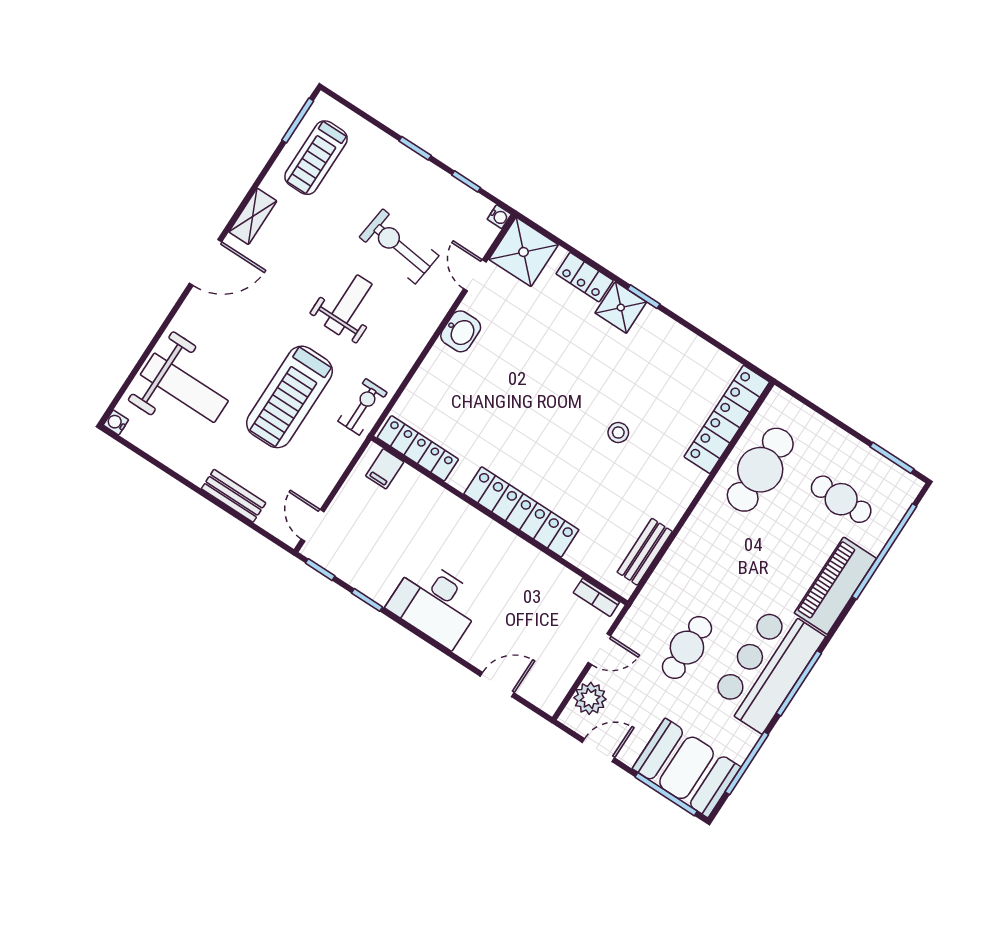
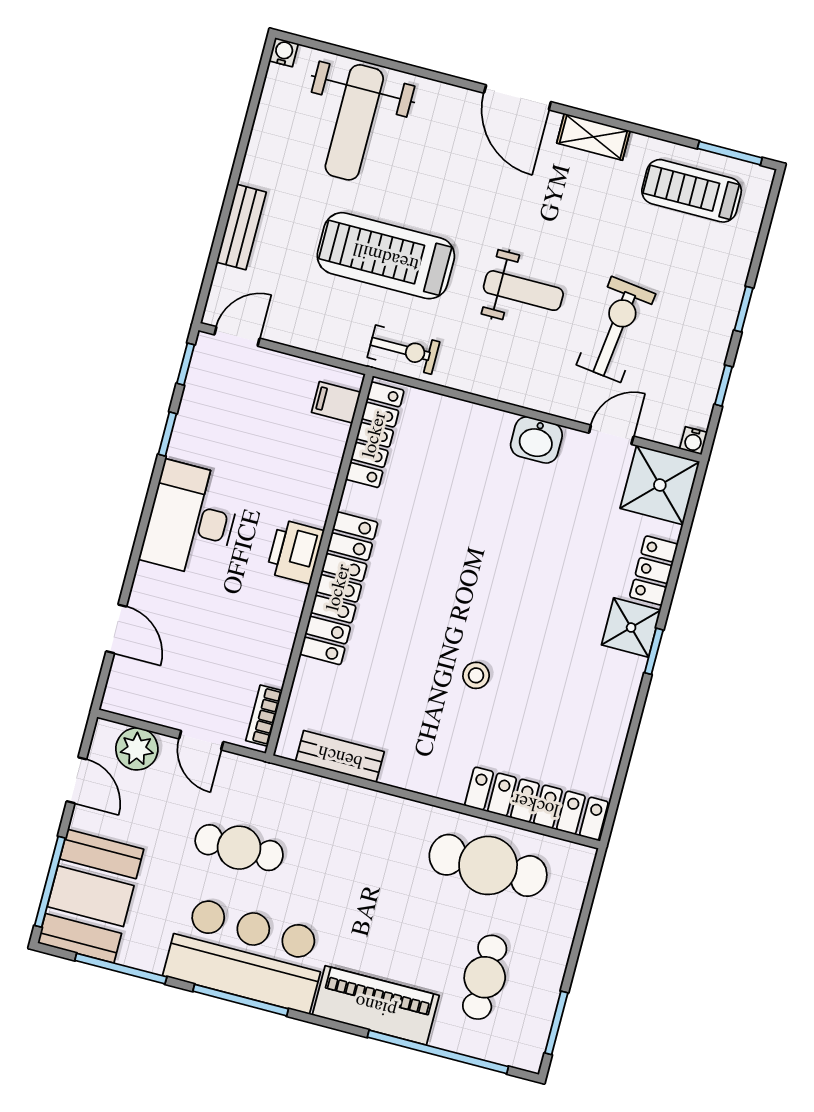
printer: (484, 535) -> (295, 552), added

